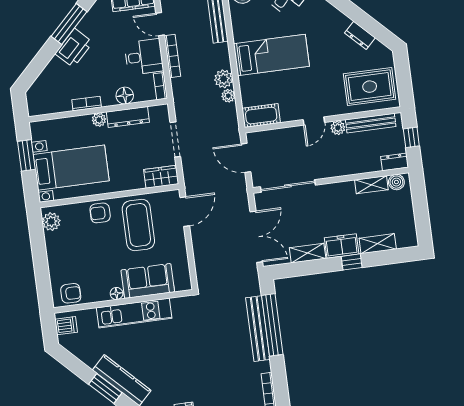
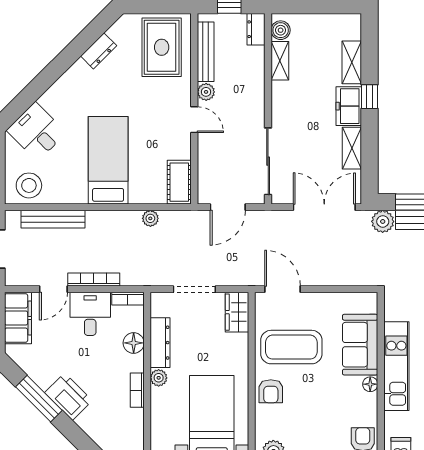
plant: (224, 79) -> (383, 221), moved

